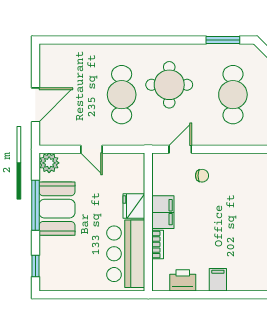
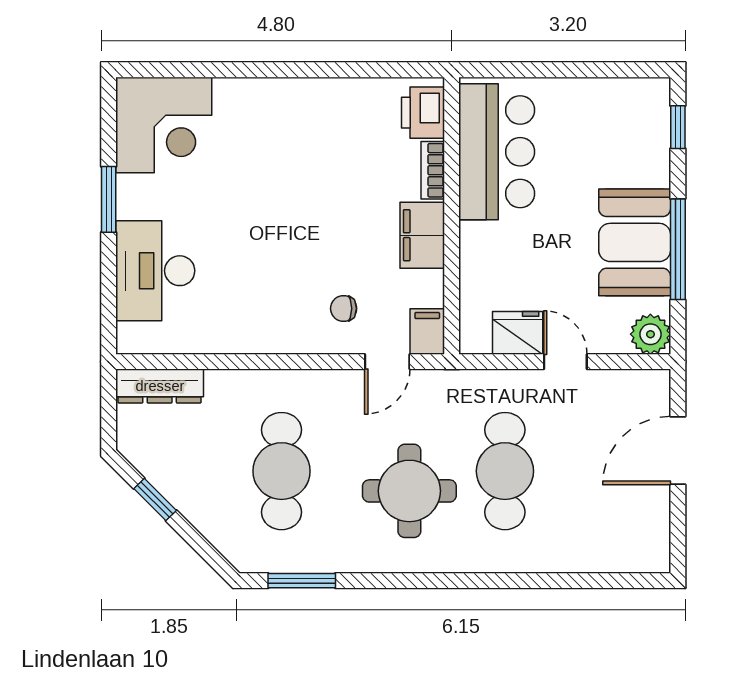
fridge: (134, 206) -> (518, 333), moved, turned -90
printer: (183, 280) -> (423, 113), moved, turned 90
filing cabinet: (218, 280) -> (427, 332), moved, turned 180

